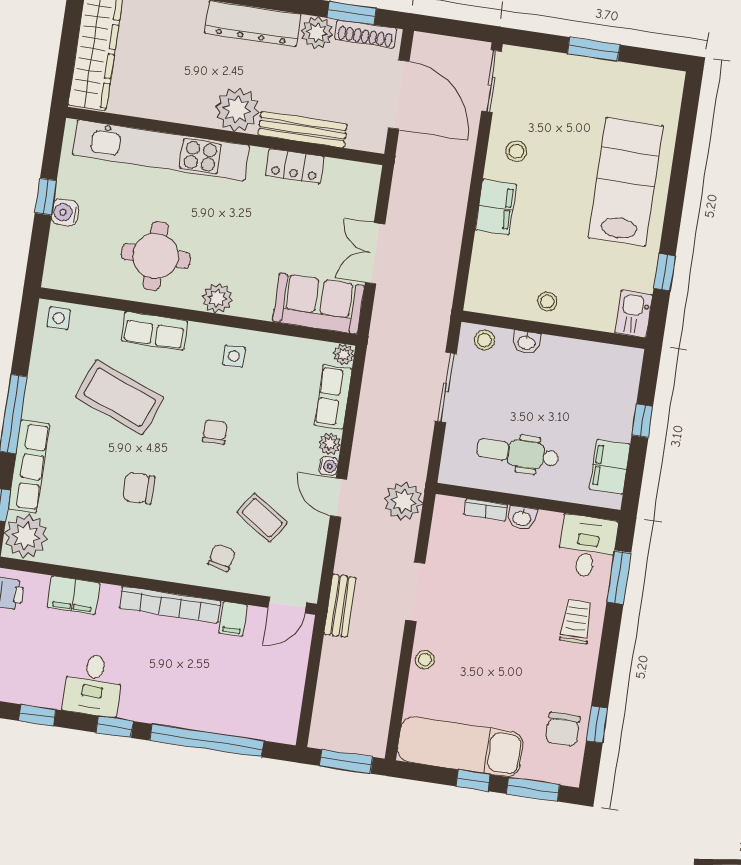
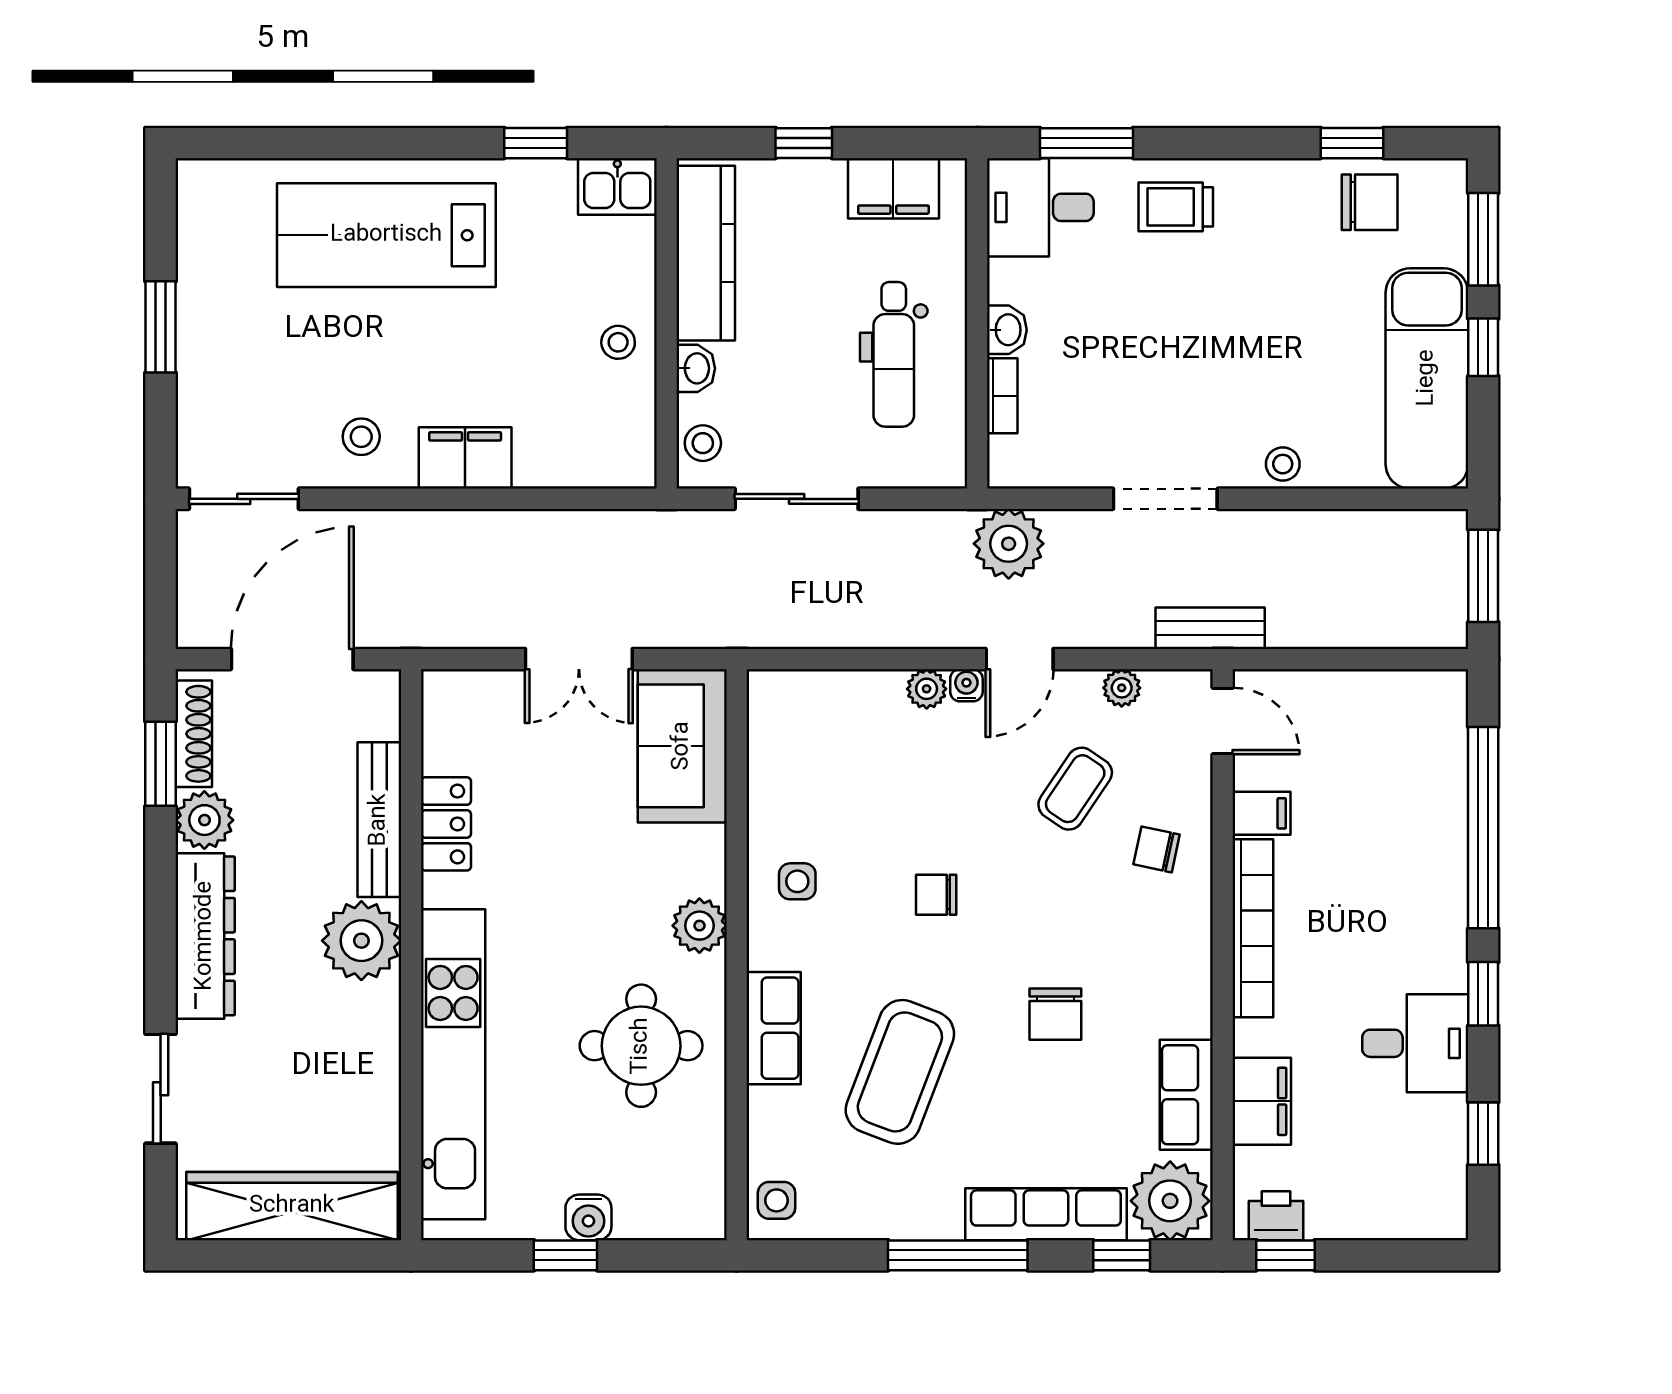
plant: (344, 354) -> (1122, 688), moved
kitchen counter: (589, 357) -> (706, 253), added
row of seats: (333, 397) -> (1186, 1095), moved, turned 90

